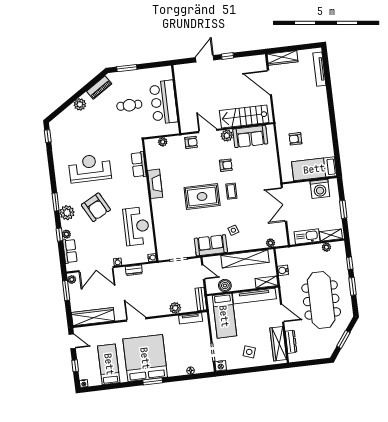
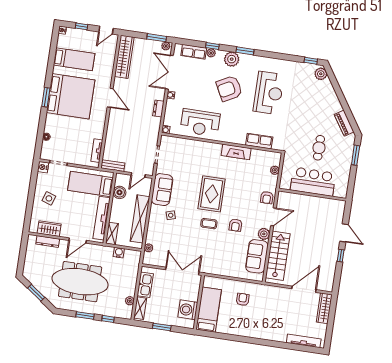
plant: (80, 104) -> (321, 74), moved
plant: (175, 308) -> (111, 139), removed
door: (136, 319) -> (110, 98), hinge flipped
wardrobe: (278, 344) -> (49, 229), width x0.67

